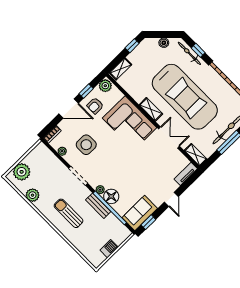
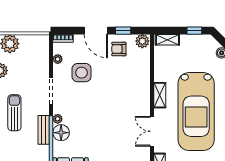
corner sofa: (130, 123) -> (132, 89), removed
double door: (169, 137) -> (152, 131), swing flipped

